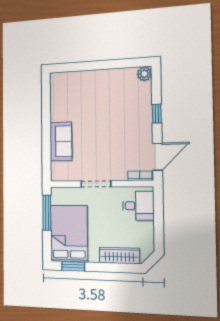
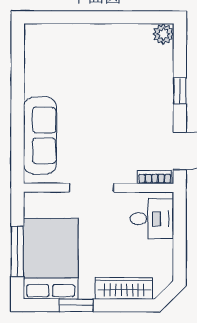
sofa: (61, 141) -> (40, 135), width x1.36
window: (47, 213) -> (17, 251), moved
window: (73, 266) -> (76, 305), moved

